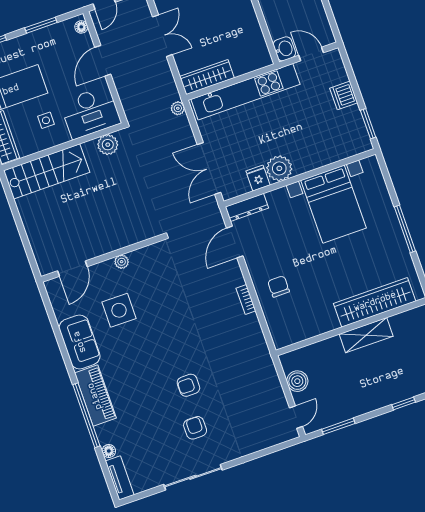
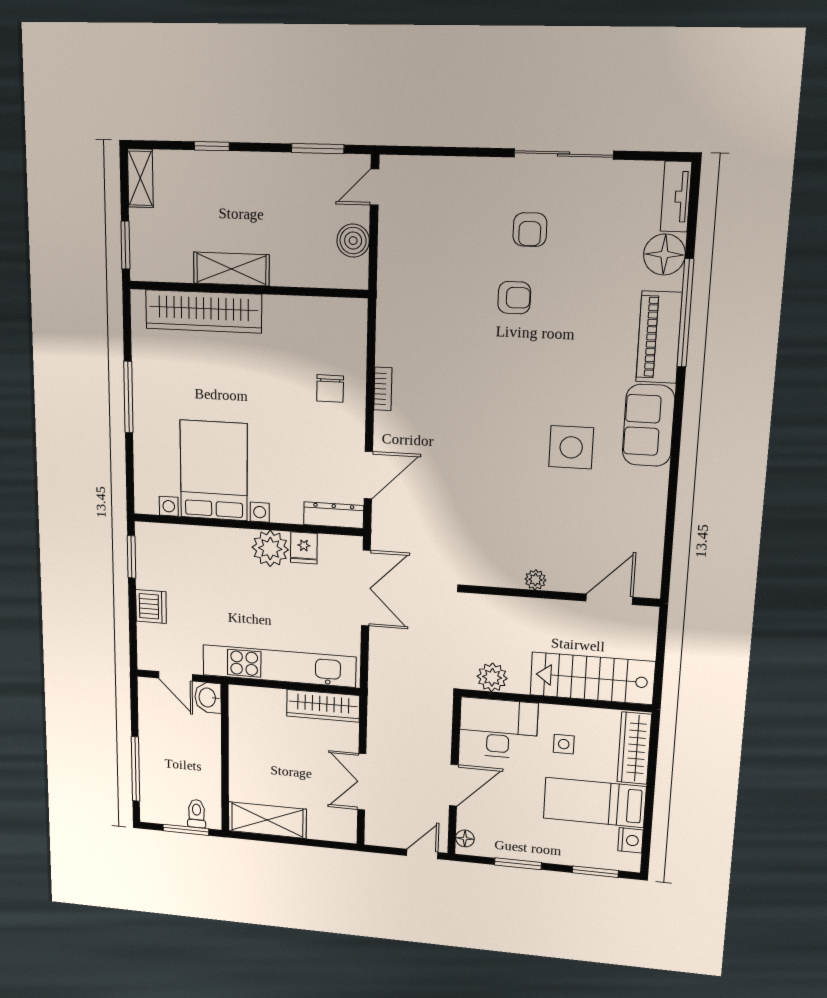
plant: (178, 108) -> (377, 683), removed
wall: (102, 258) -> (562, 596), moved
plant: (122, 262) -> (535, 580), moved
door: (72, 269) -> (609, 599), moved
floor lamp: (109, 451) -> (664, 254), width x1.89, depth x1.89

